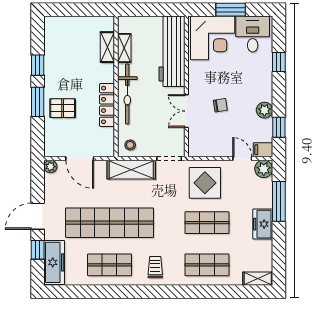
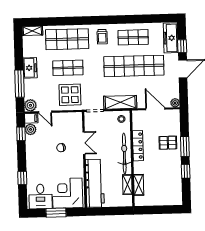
plant: (264, 110) -> (31, 129), moved
shop shelf: (207, 265) -> (67, 39), width x1.43, depth x1.36

